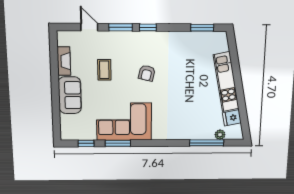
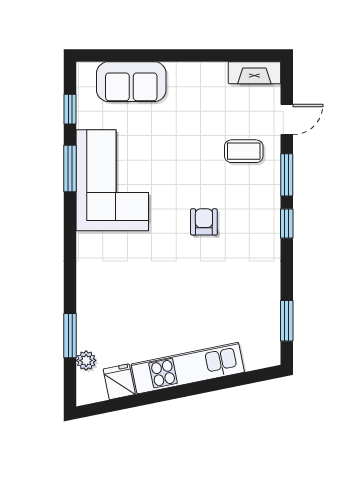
fireplace: (64, 61) -> (254, 73), moved
coffee table: (104, 70) -> (244, 151), moved
armchair: (147, 73) -> (204, 222), turned 77
sofa: (70, 95) -> (131, 82), moved
window: (207, 143) -> (70, 336), width x0.69

